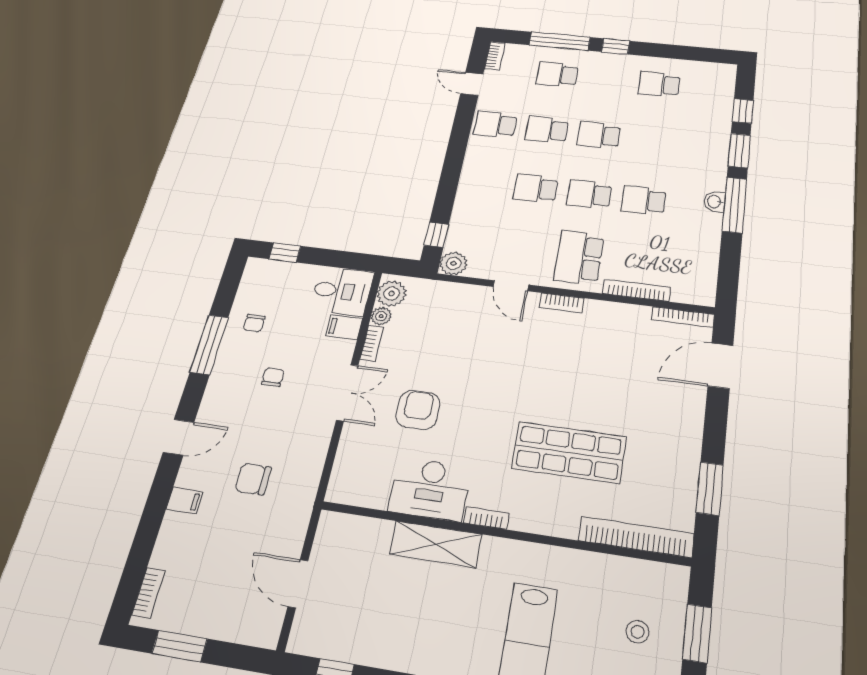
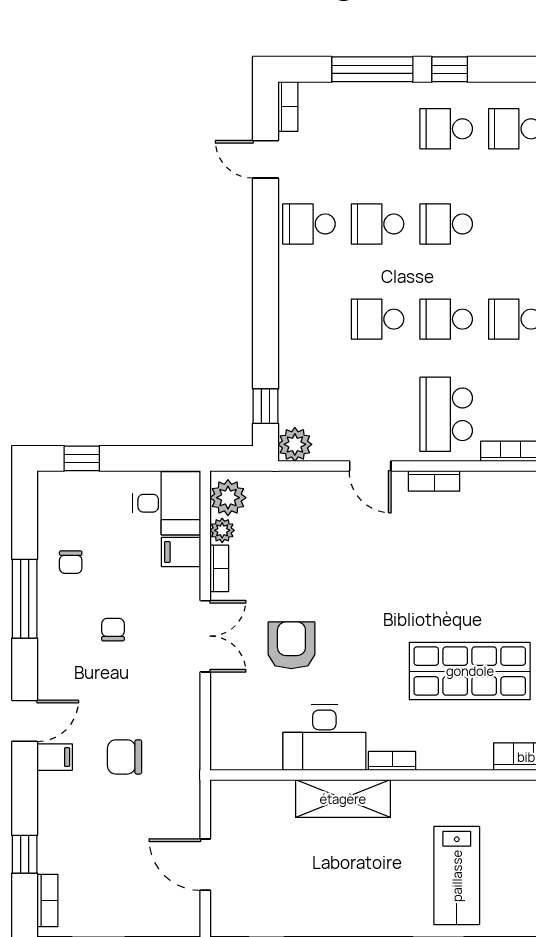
school desk: (557, 74) -> (446, 129), moved
filing cabinet: (184, 500) -> (55, 757), moved
window: (142, 548) -> (25, 854), added

